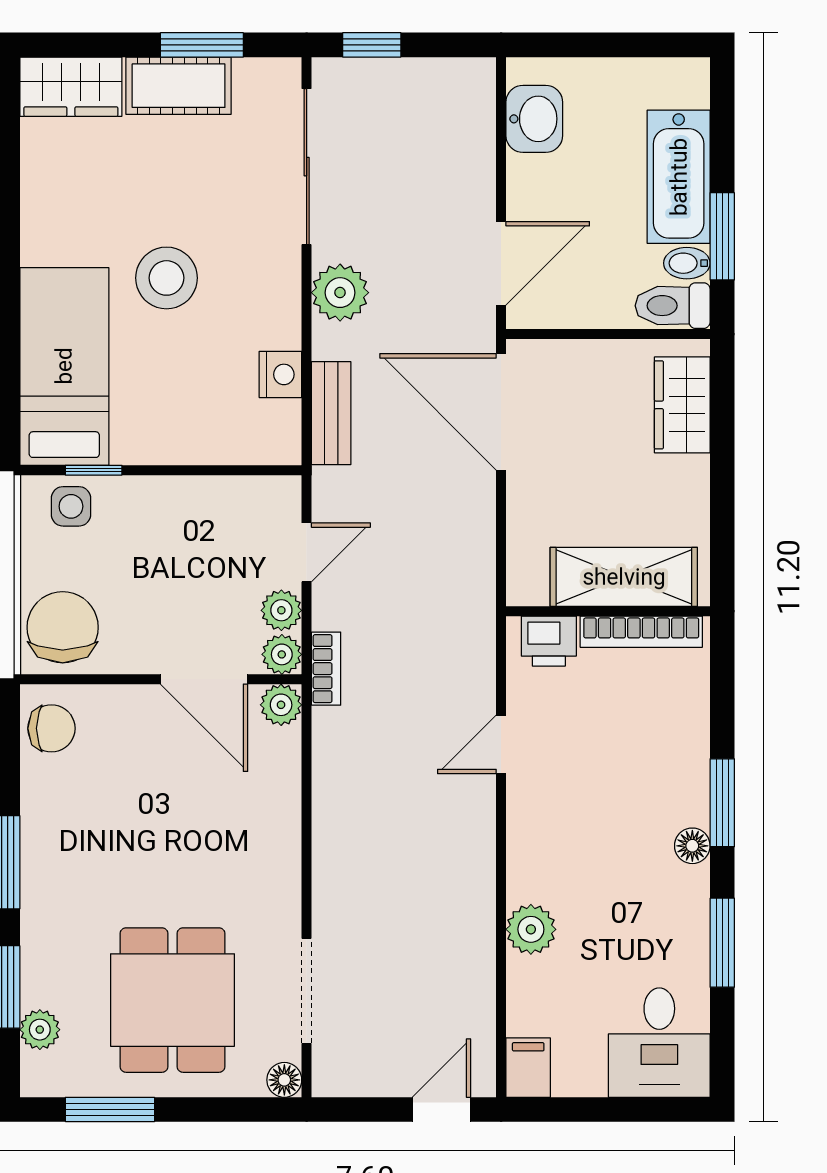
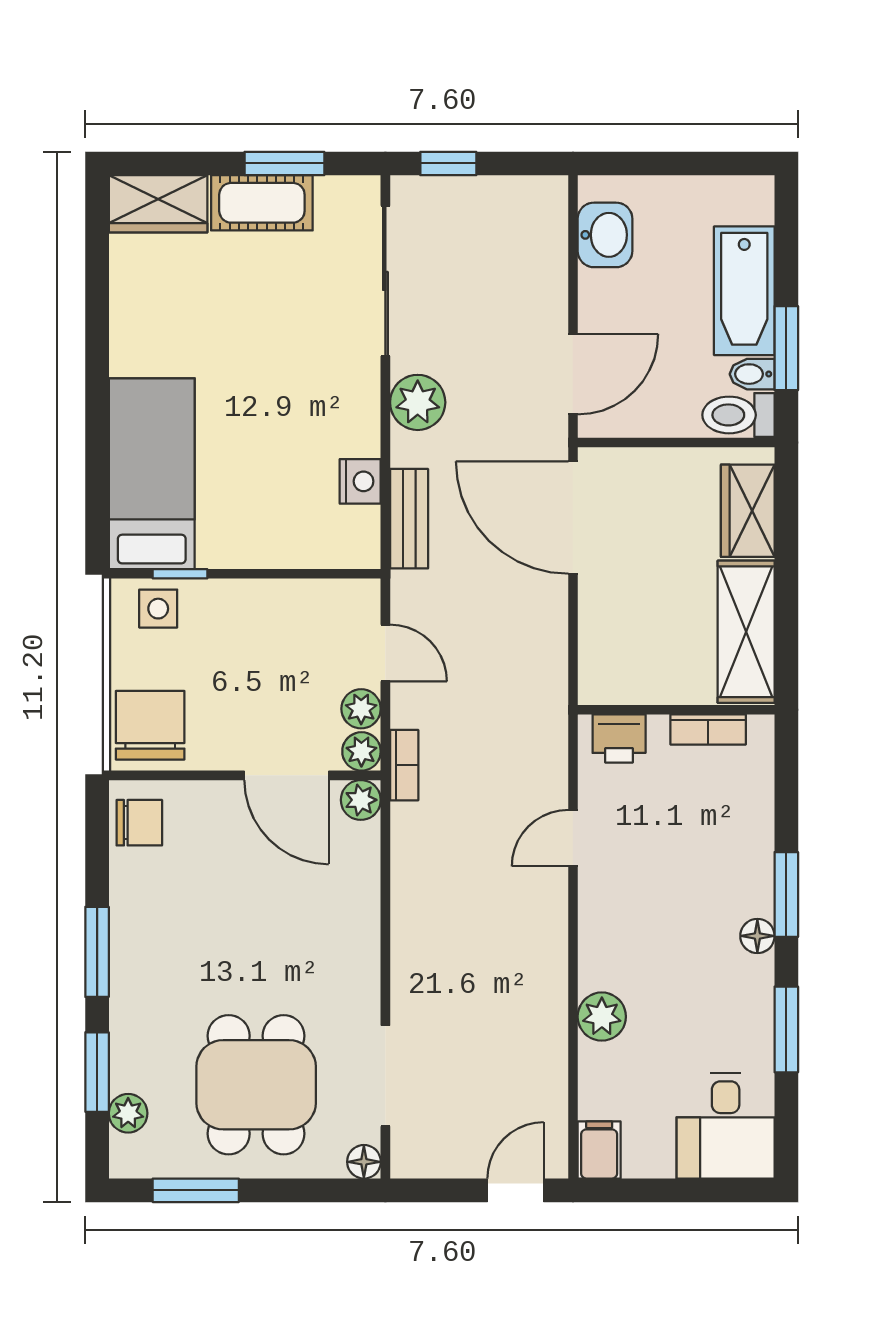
stool: (166, 278) -> (250, 388), removed
door: (307, 552) -> (385, 653), hinge flipped
shelving: (624, 577) -> (746, 632), moved, turned 90
bookcase: (641, 632) -> (708, 729), width x0.64

